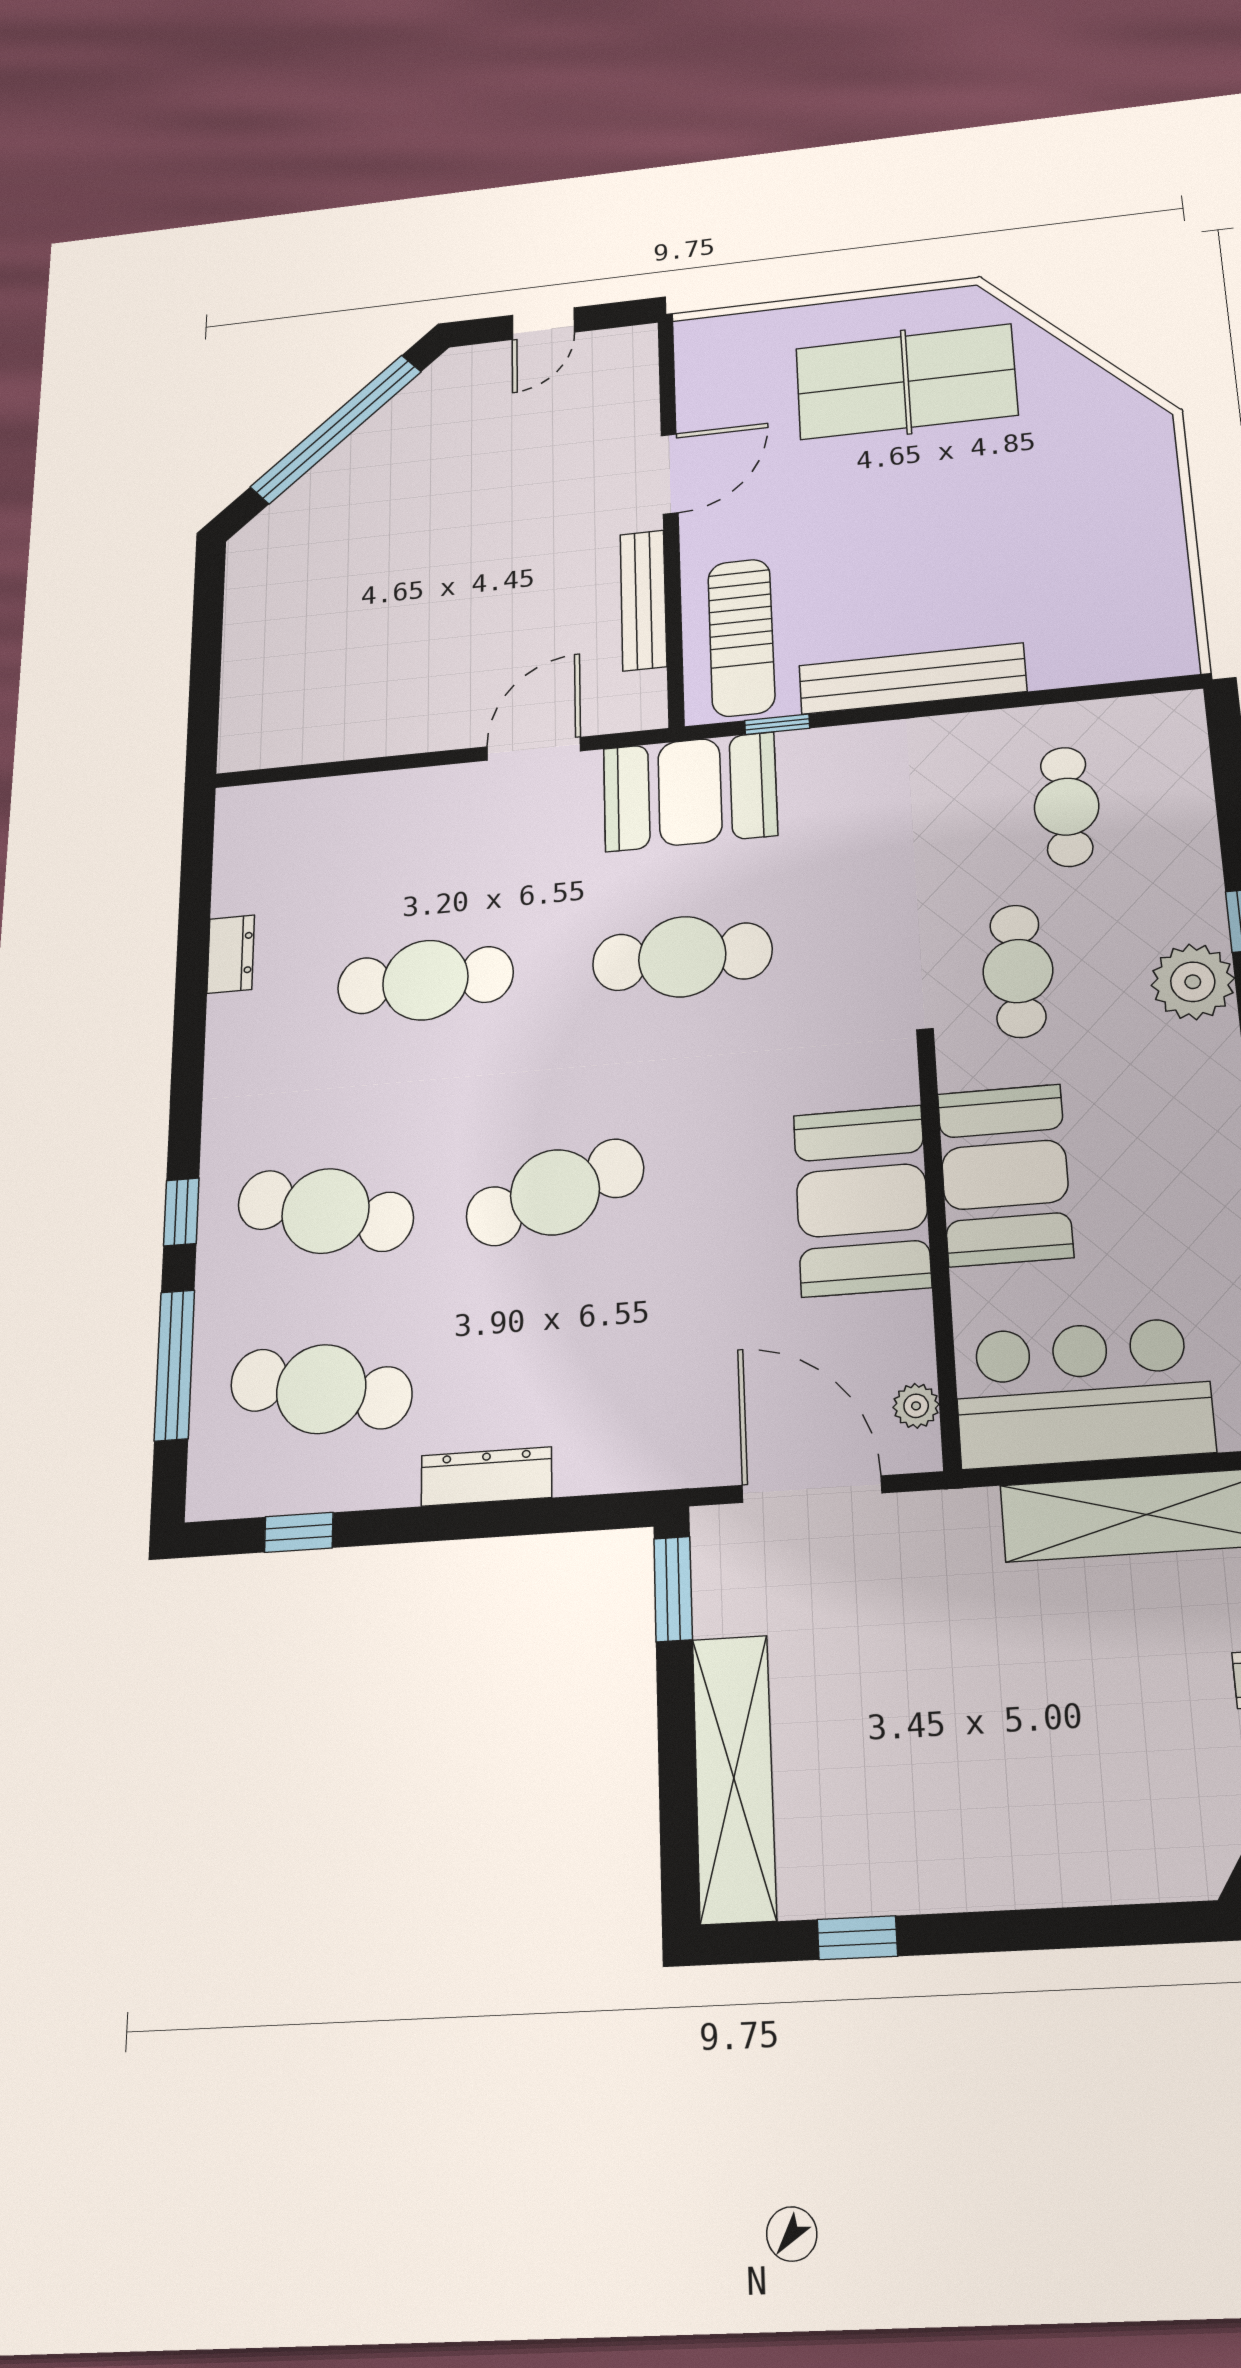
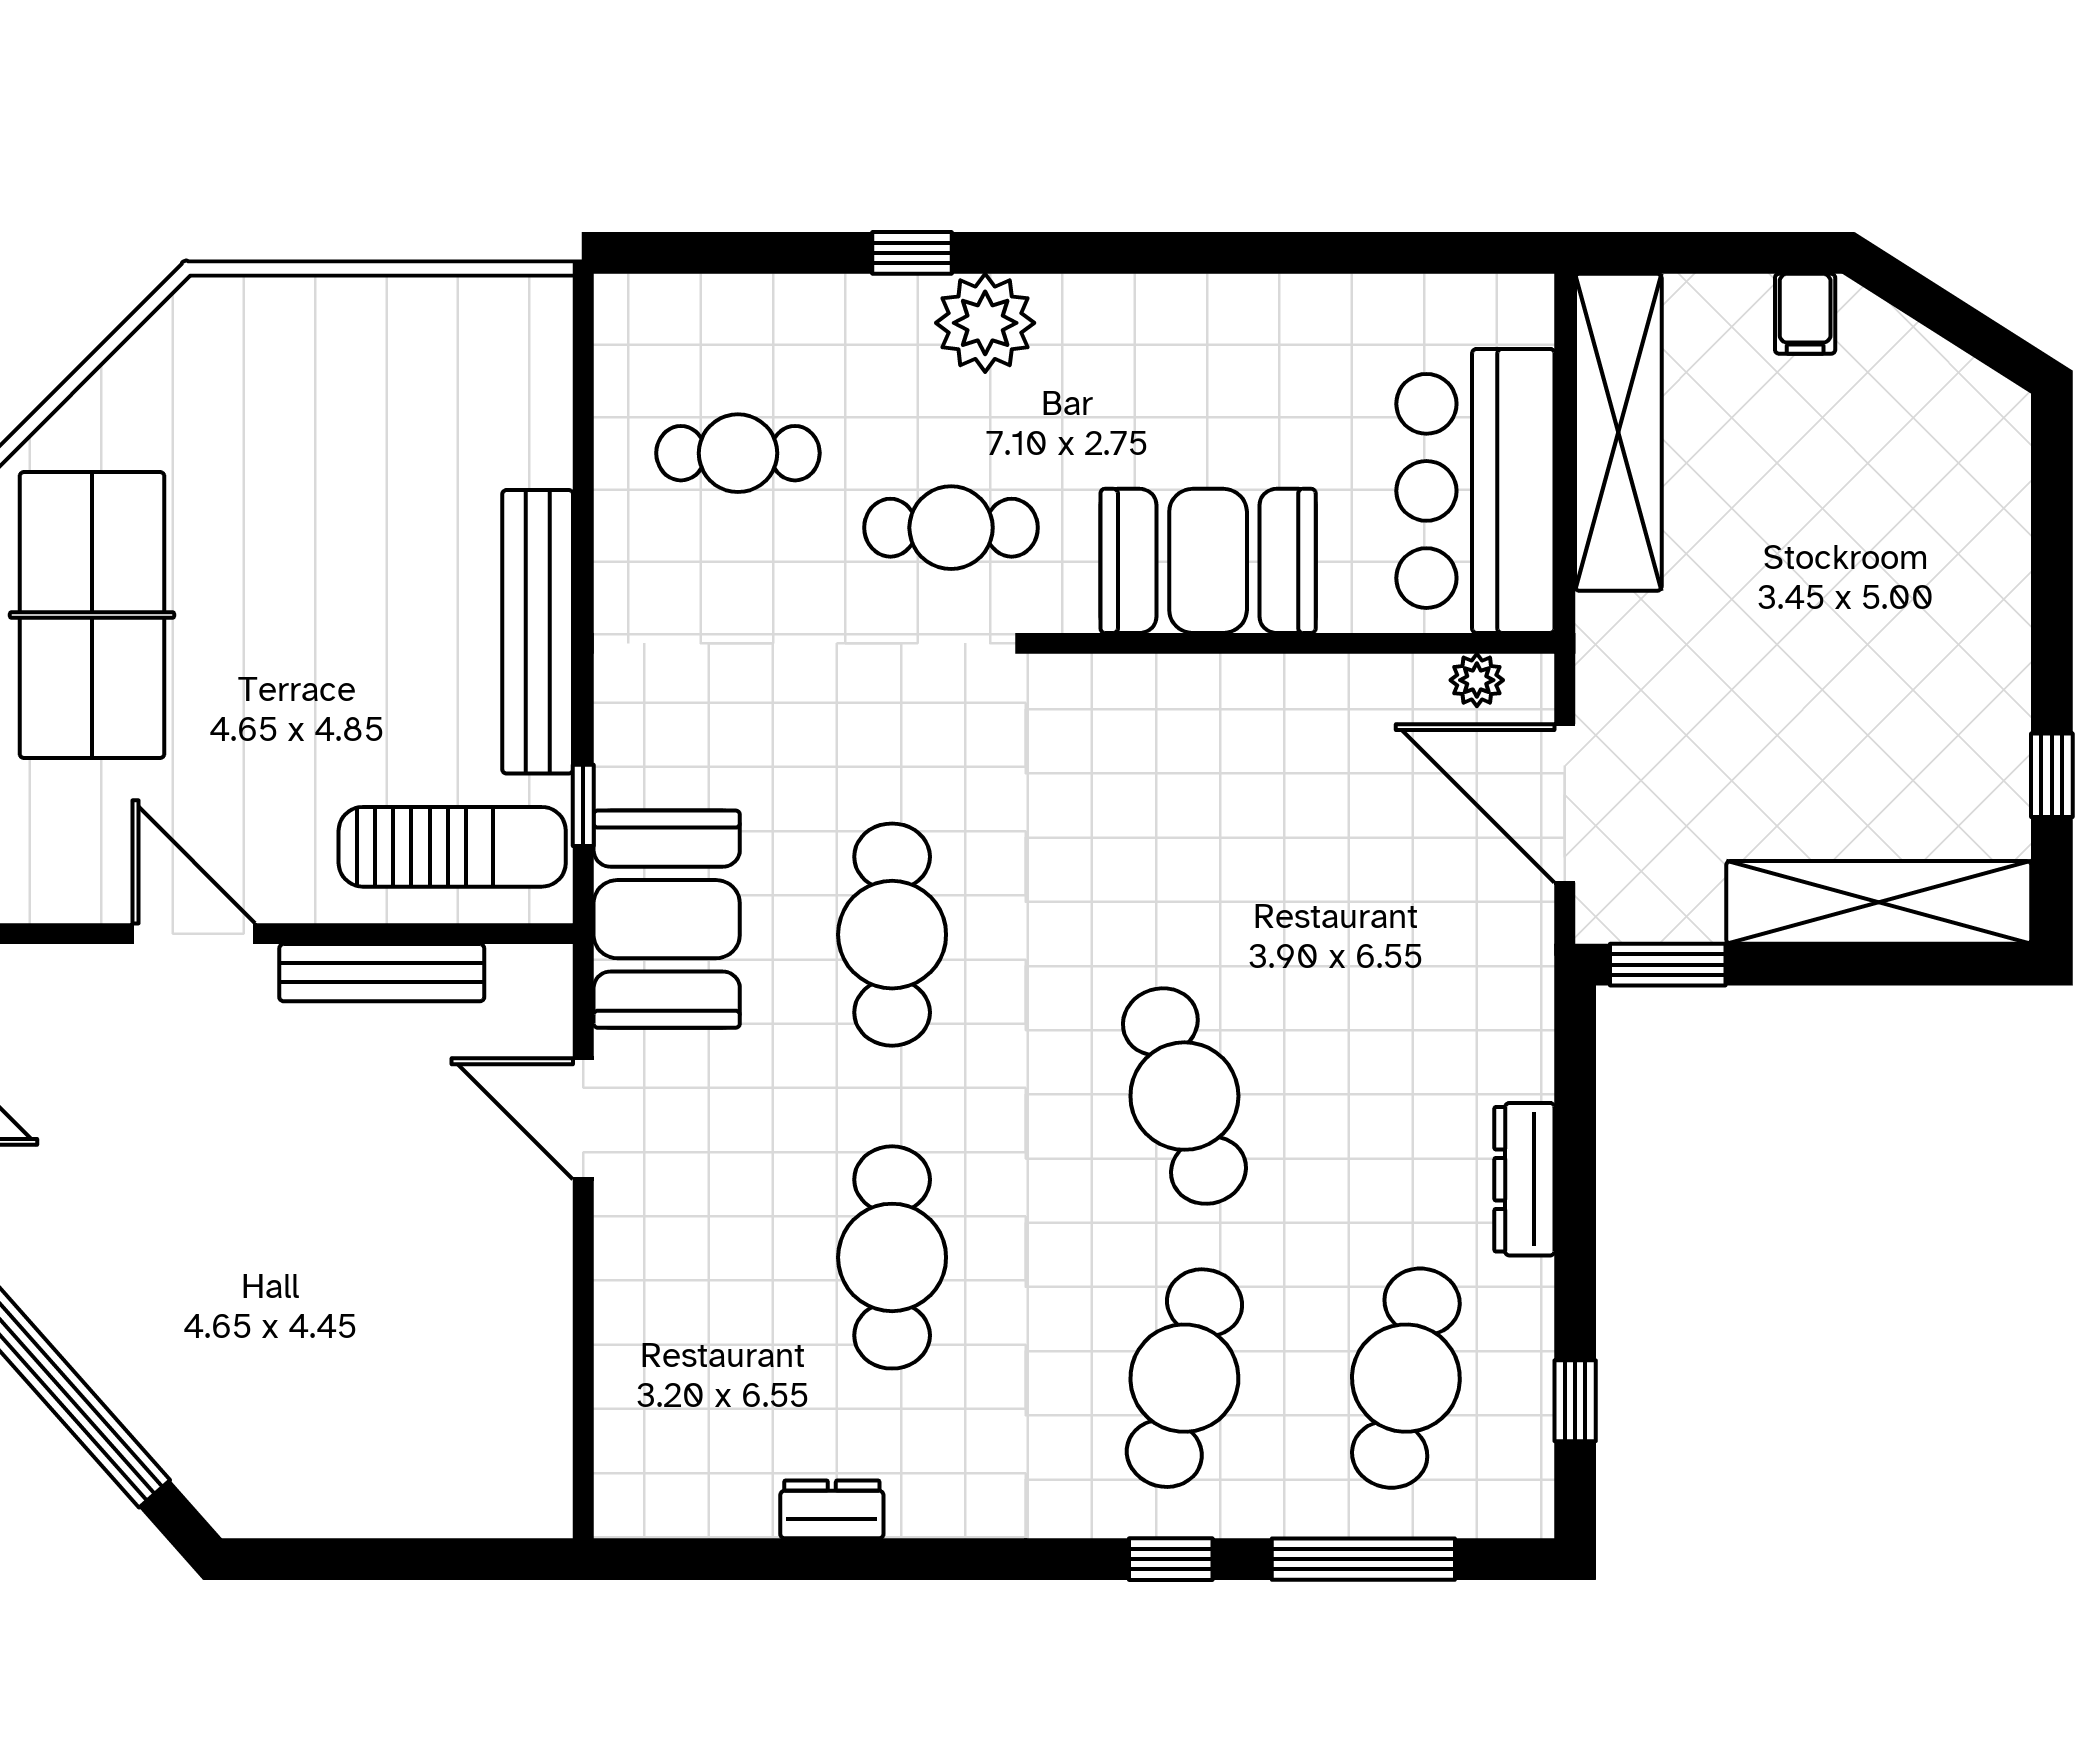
booth: (862, 1200) -> (1226, 730), removed
door: (812, 1489) -> (1565, 803), hinge flipped

